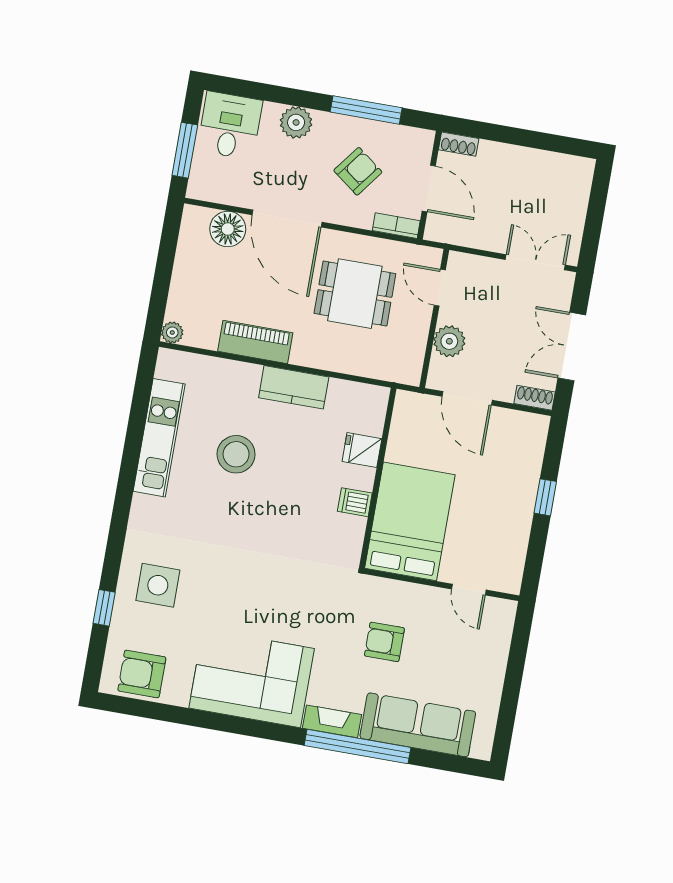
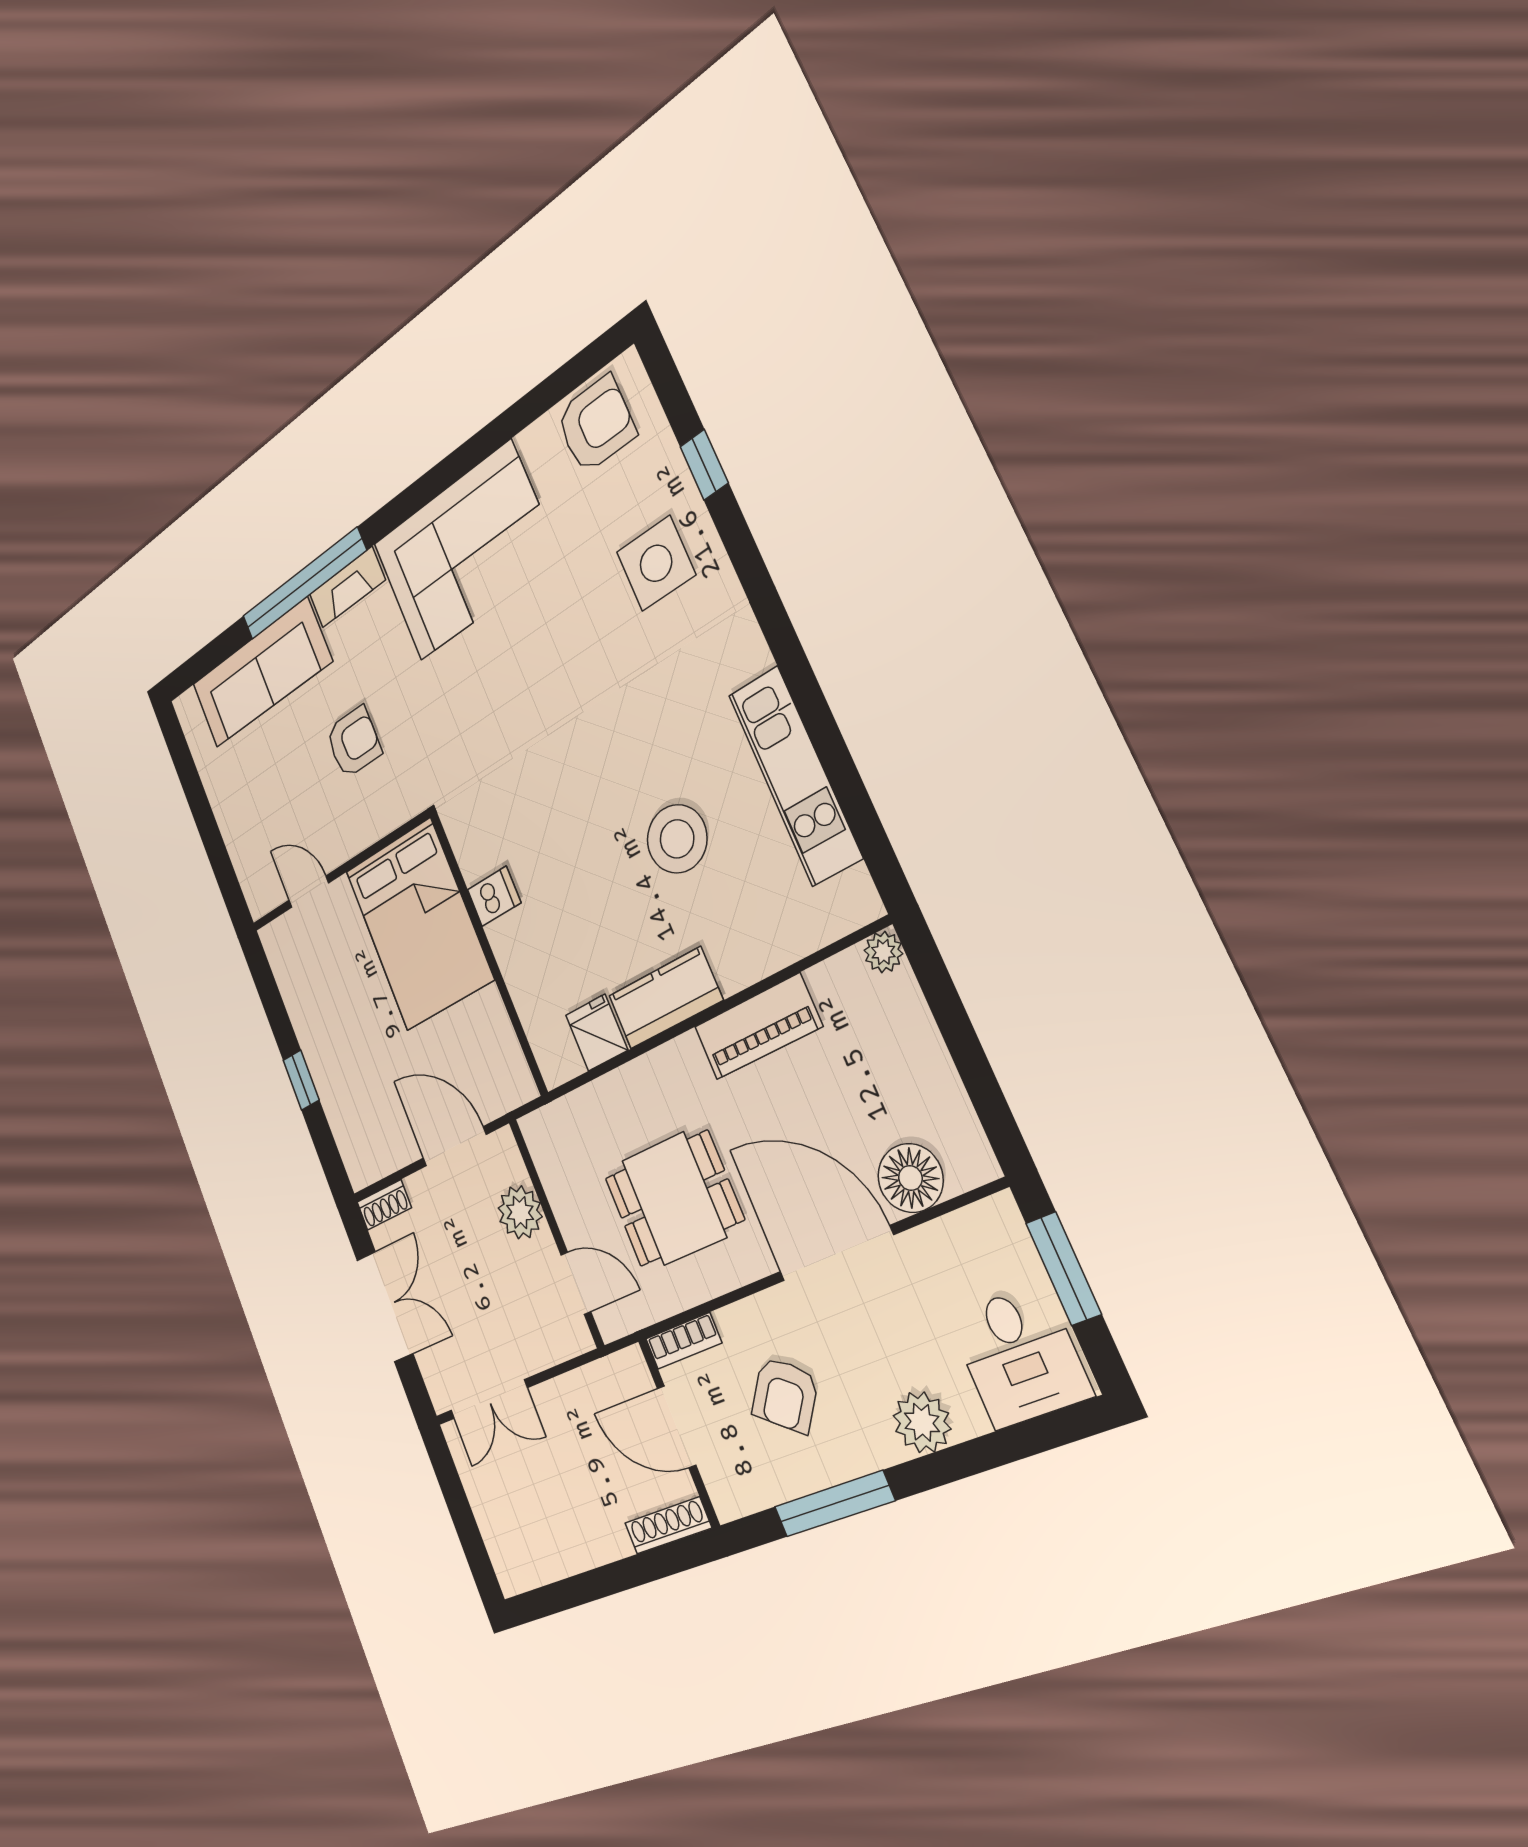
shoe rack: (459, 144) -> (668, 1525), width x1.43
fridge: (362, 450) -> (597, 1033), moved, turned -90

